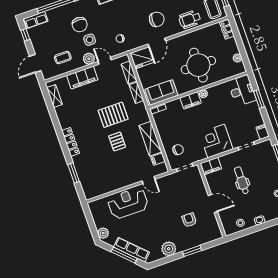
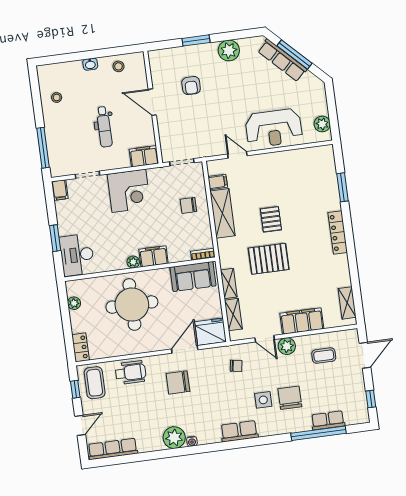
row of seats: (36, 20) -> (328, 420), moved
side table: (90, 40) -> (263, 400), moved
chair: (178, 150) -> (188, 205), moved
plant: (103, 233) -> (322, 124), moved

